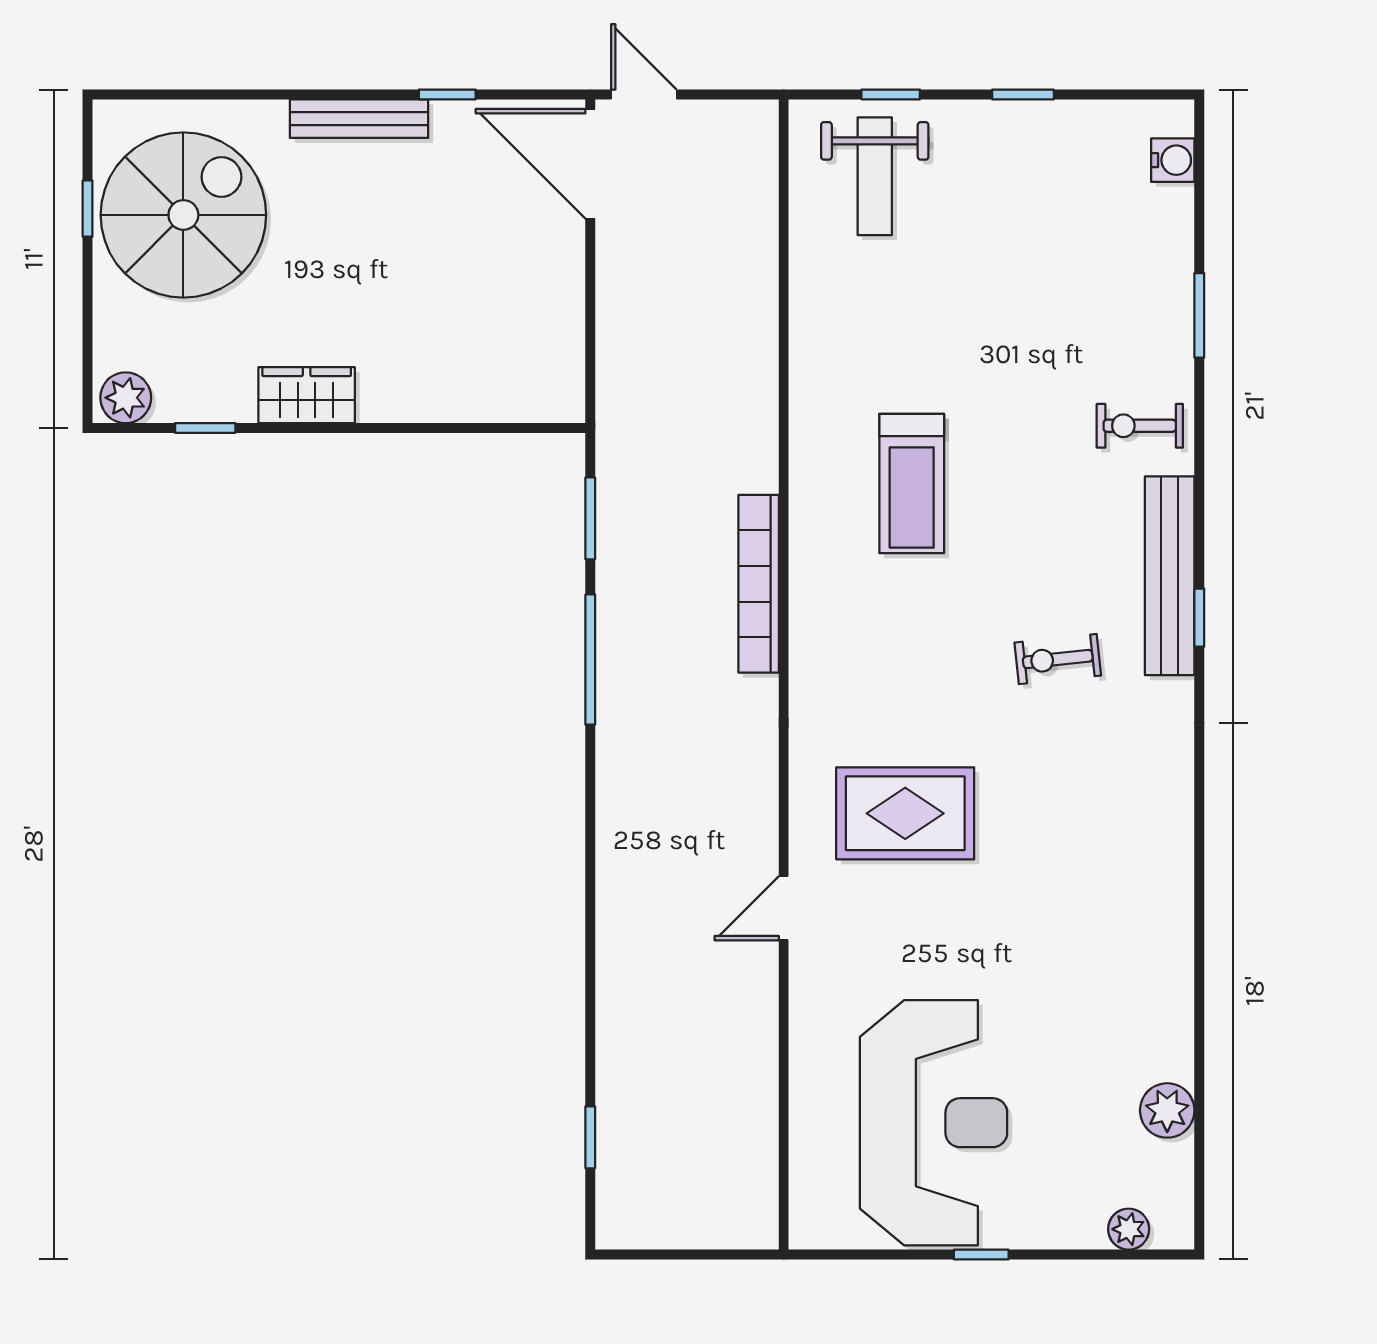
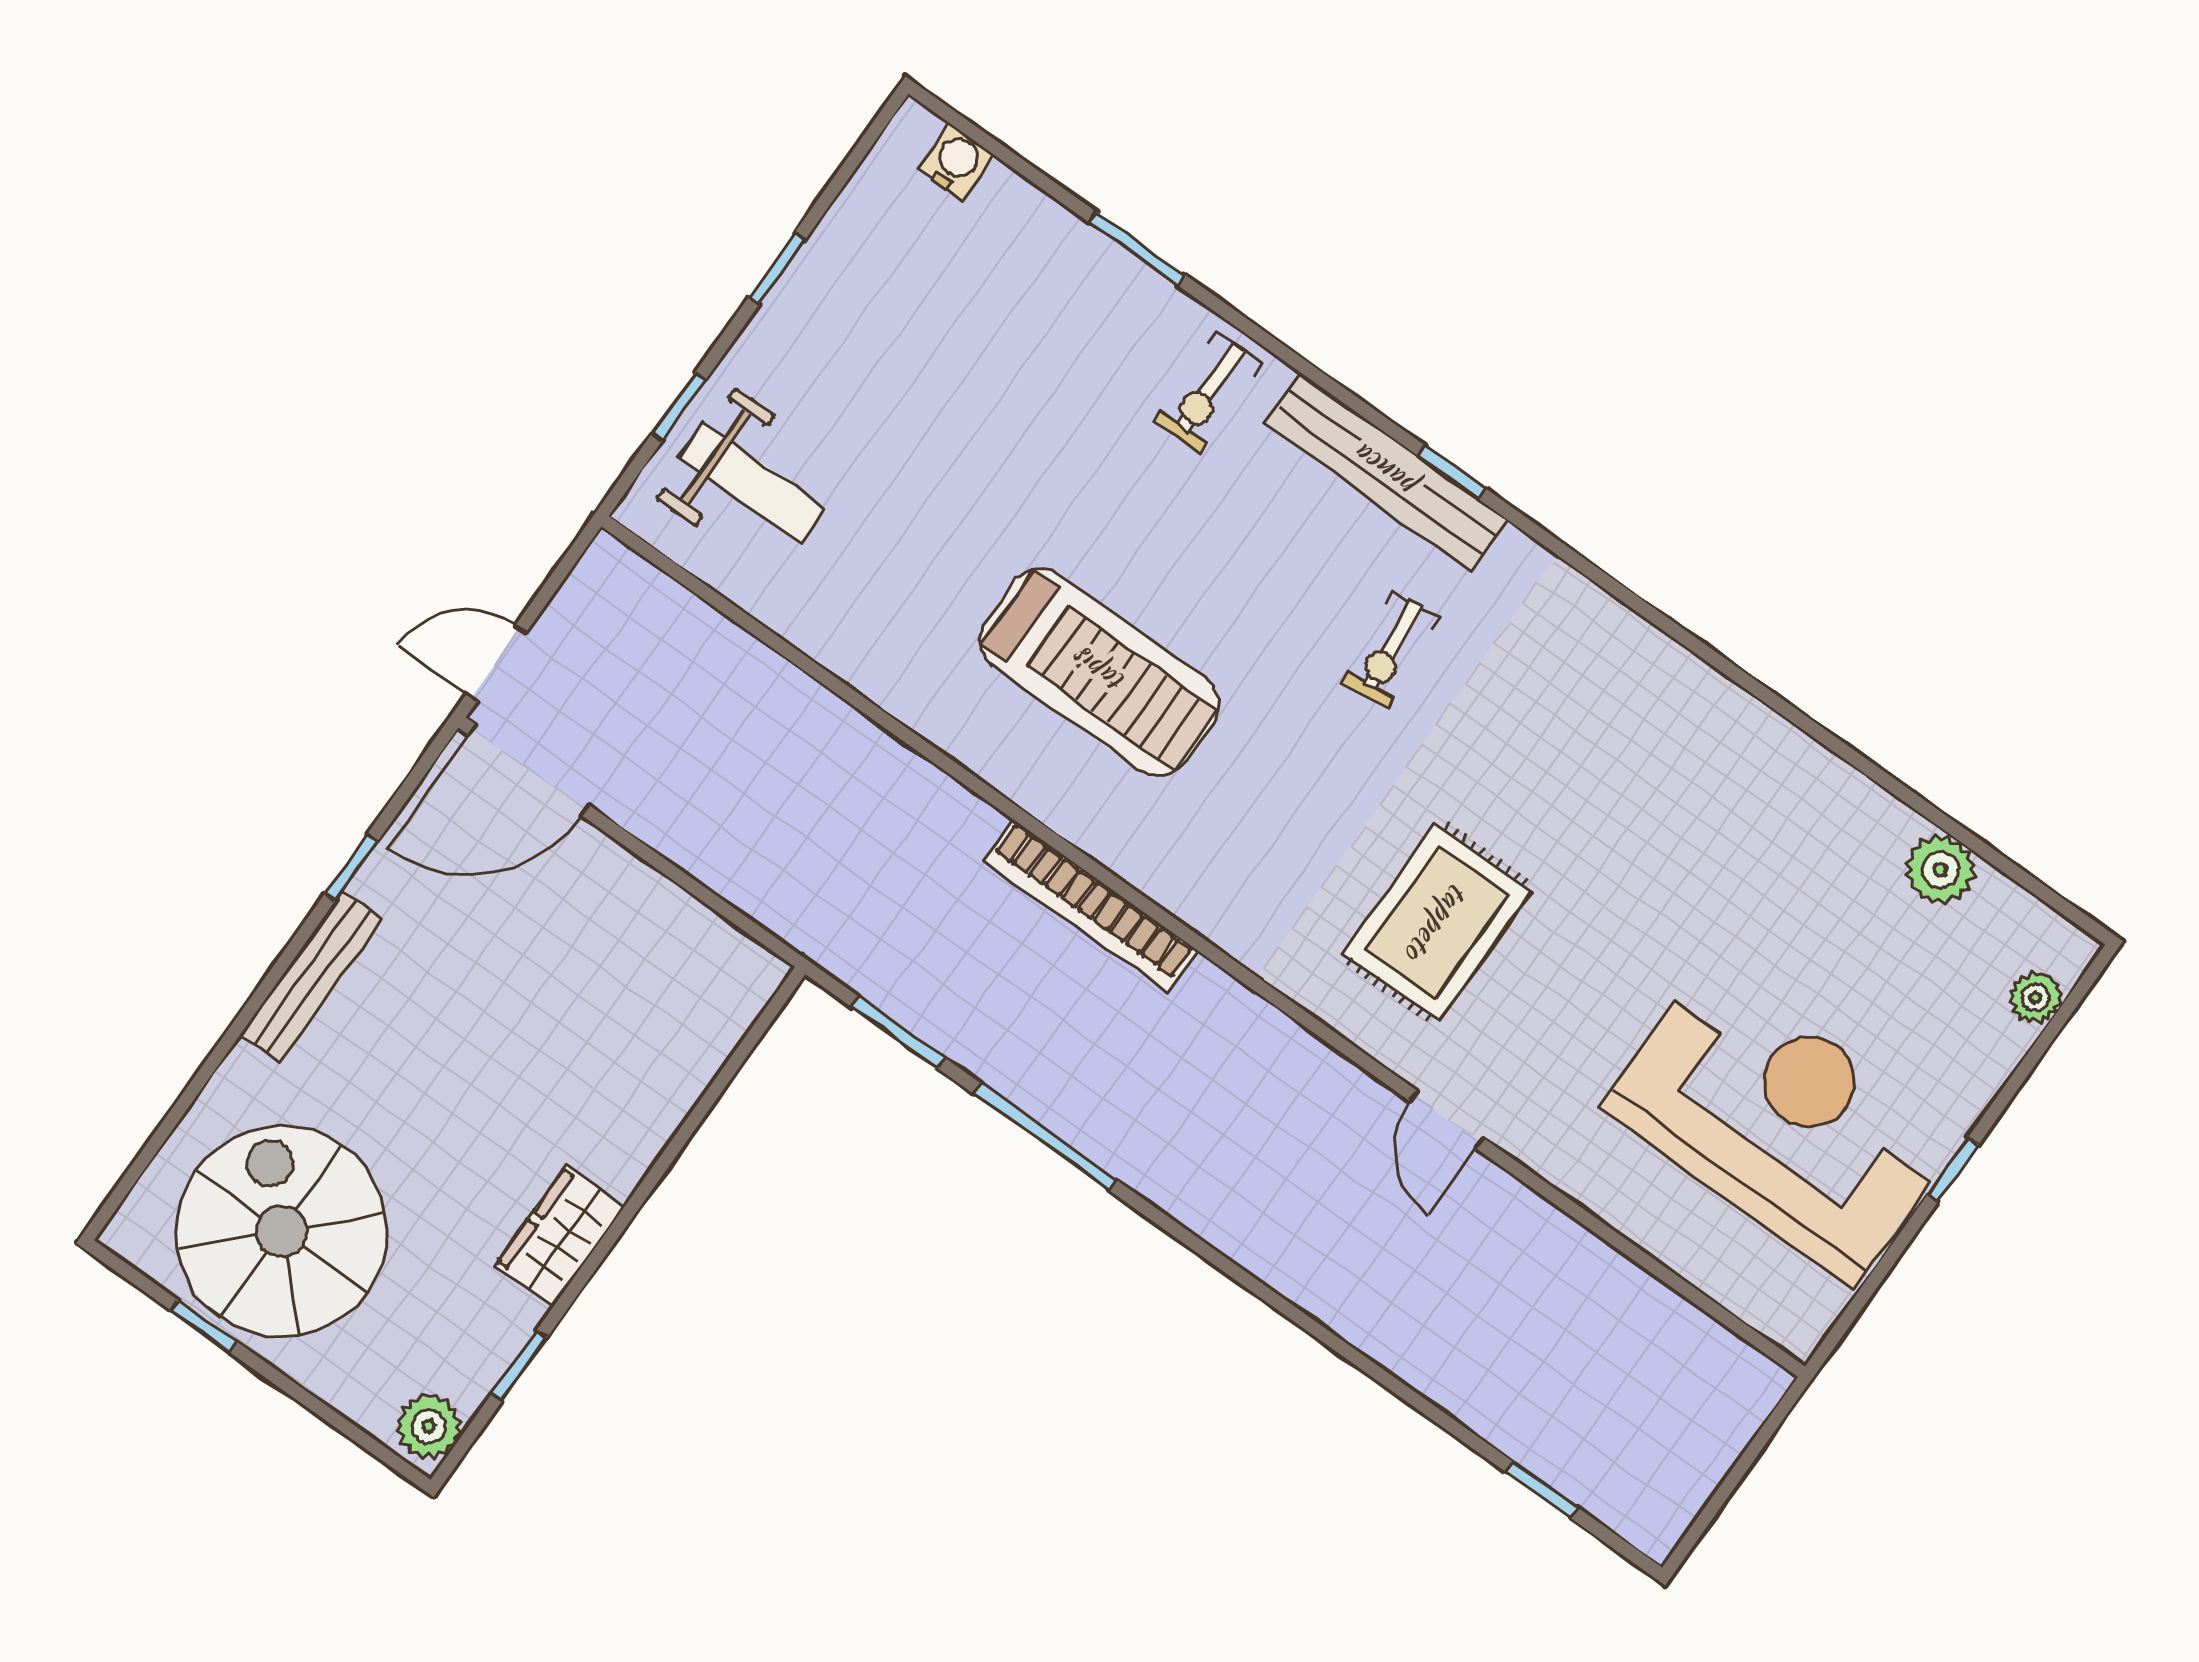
treadmill: (912, 484) -> (1099, 672), width x1.37, depth x1.38

